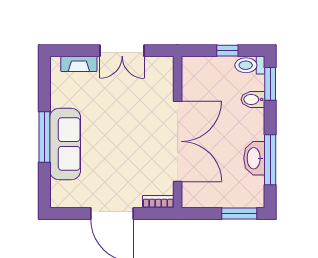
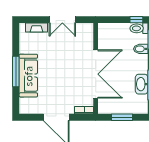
window: (227, 51) -> (136, 20), moved
window: (239, 213) -> (122, 117), moved

